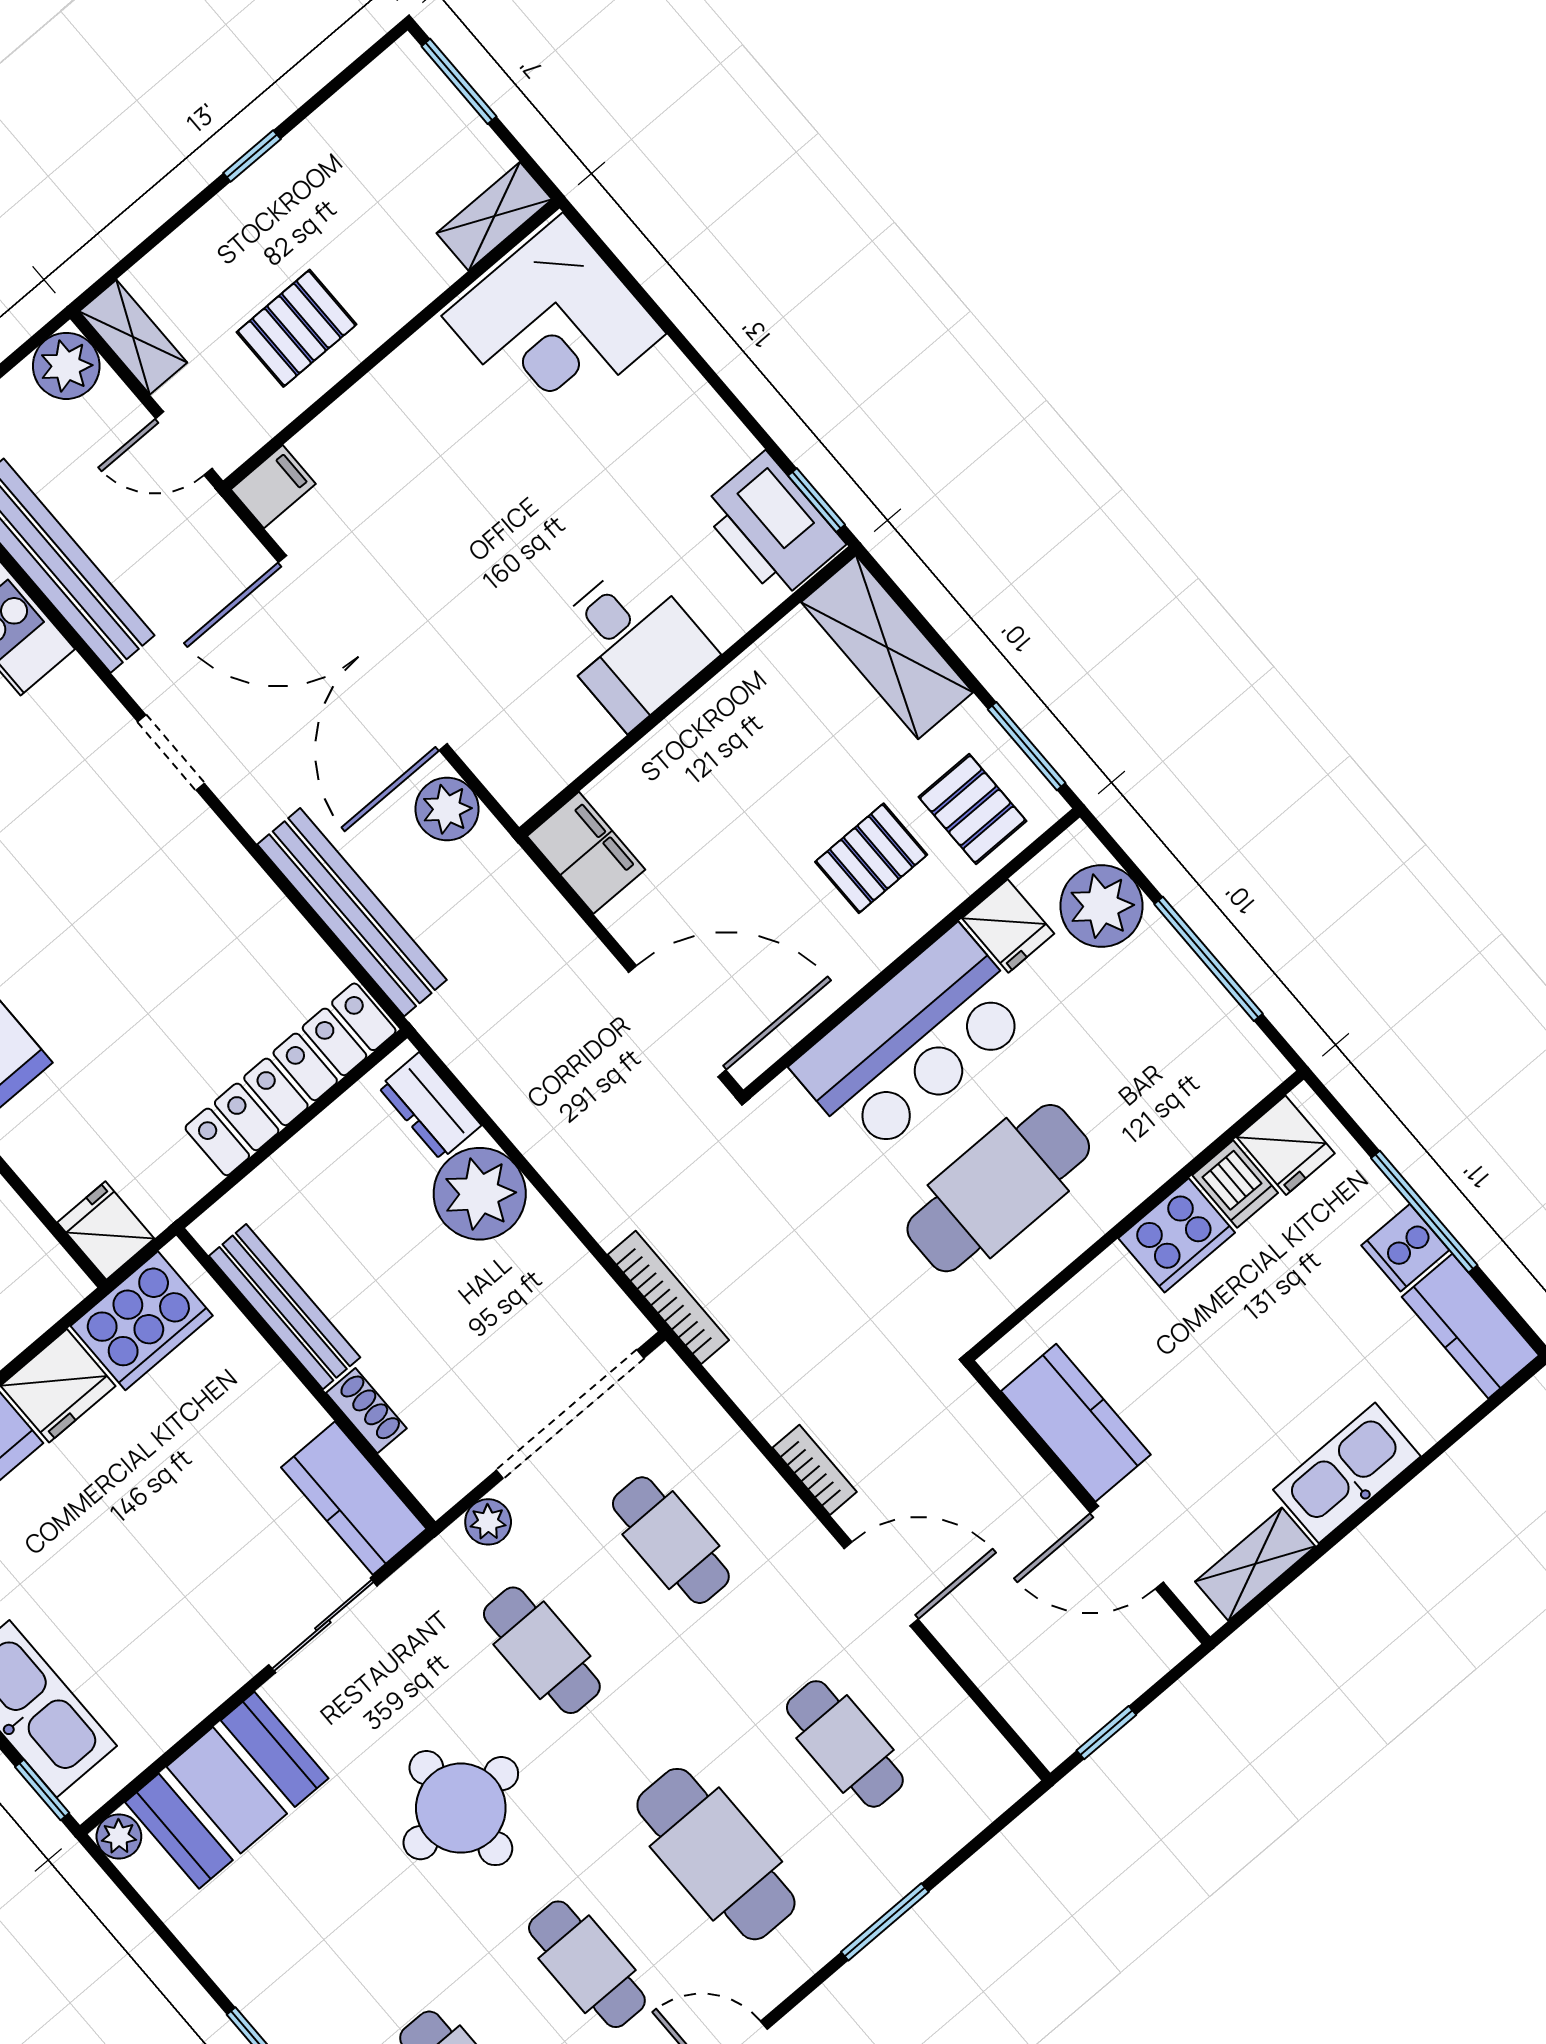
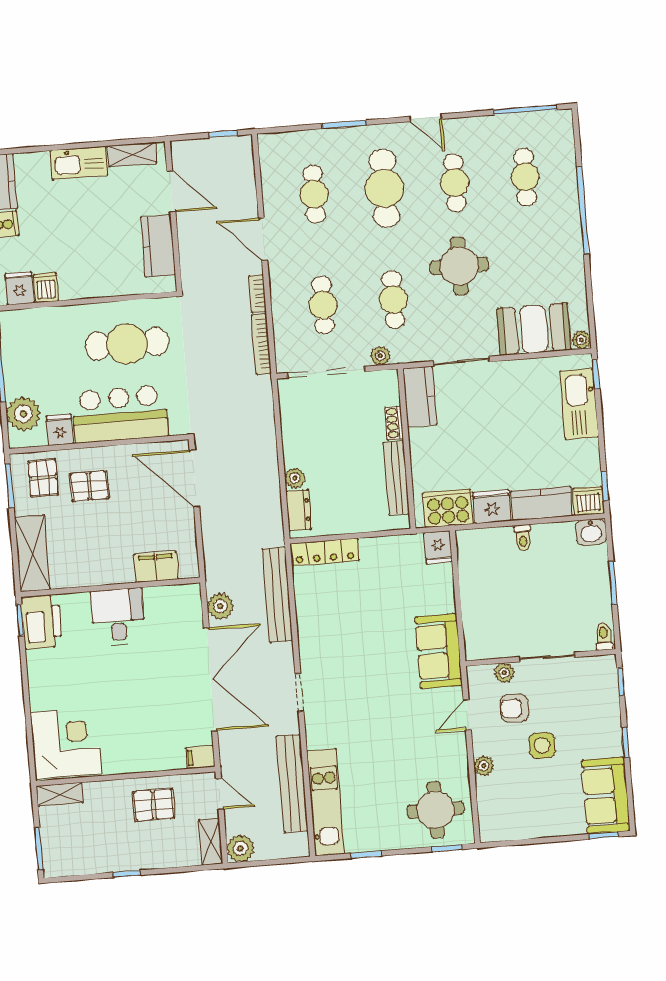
filing cabinet: (586, 853) -> (156, 567), moved, turned 90
locker: (291, 1079) -> (325, 552), width x0.71, depth x0.83
plant: (480, 1194) -> (295, 478), width x0.53, depth x0.53
cooker: (1177, 1235) -> (78, 284), removed
bookcase: (668, 1297) -> (261, 344), moved

